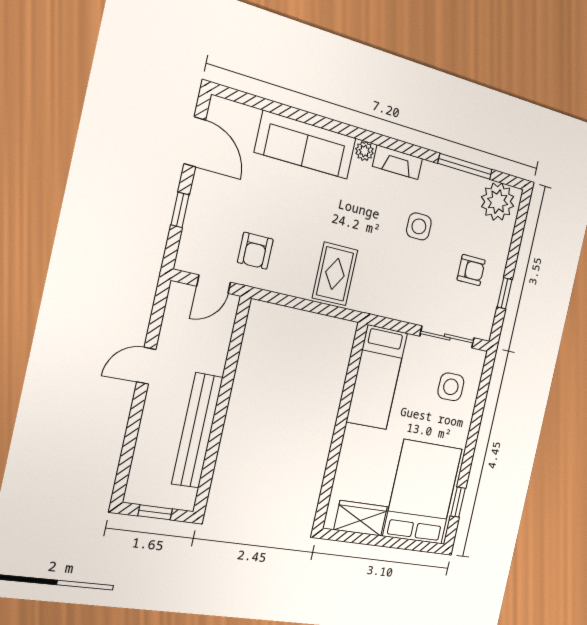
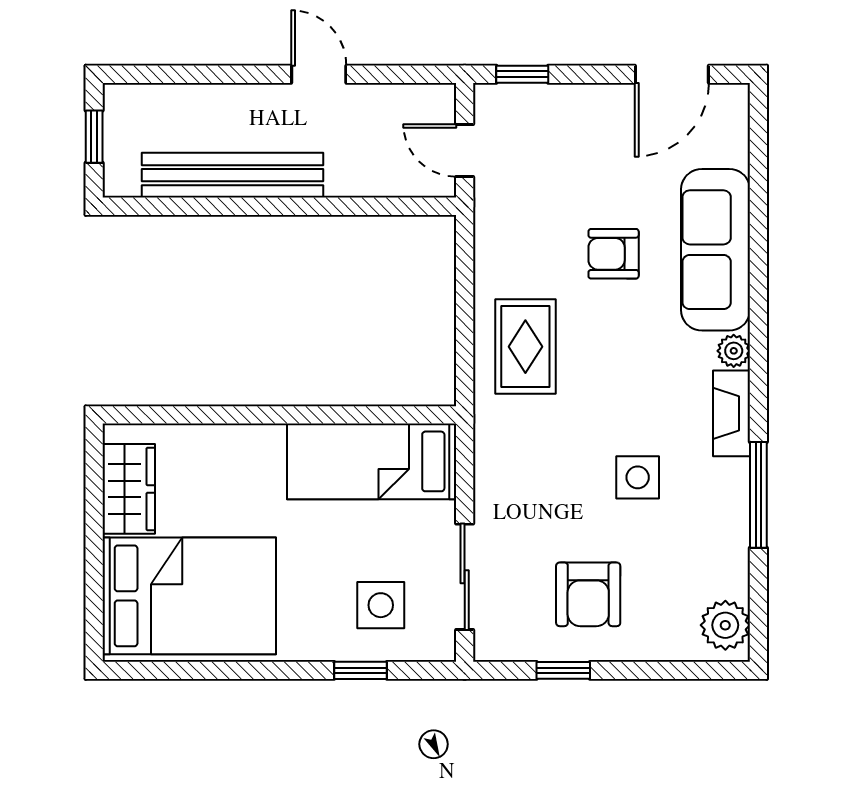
window: (465, 166) -> (758, 495), moved
plant: (498, 202) -> (725, 625), width x0.73, depth x0.73
window: (180, 210) -> (522, 74), moved
armchair: (255, 251) -> (614, 254), moved
armchair: (471, 270) -> (588, 594), width x1.38, depth x1.38
rug: (335, 274) -> (525, 347), turned 90
window: (458, 502) -> (361, 670), moved

